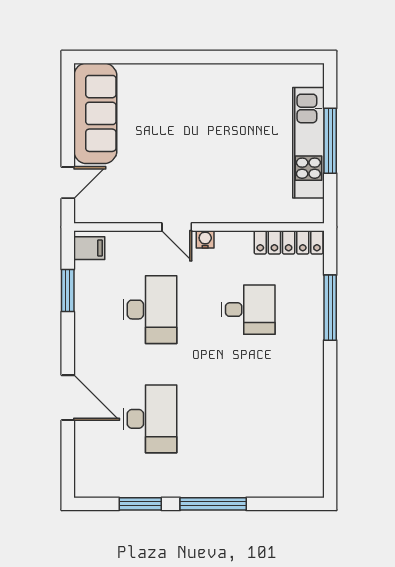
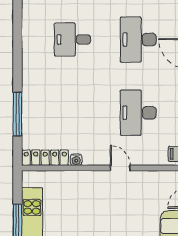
water cooler: (205, 239) -> (76, 160), moved
desk: (248, 310) -> (72, 40), moved

